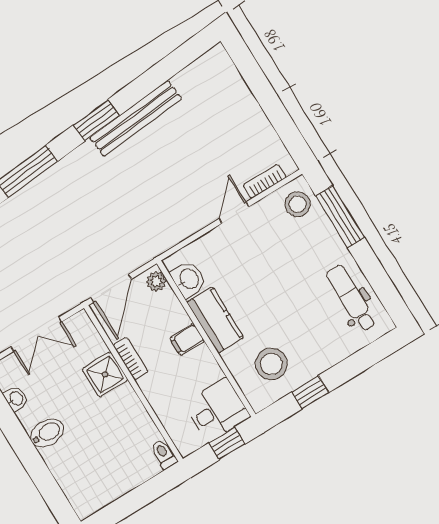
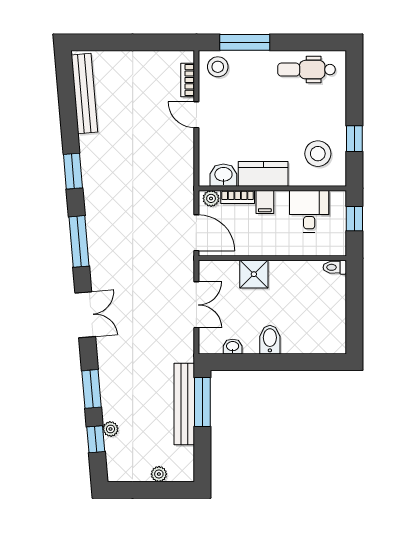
bench: (136, 118) -> (84, 94), moved
bookcase: (131, 359) -> (238, 197), moved, turned 180
desk: (217, 410) -> (309, 211), moved

